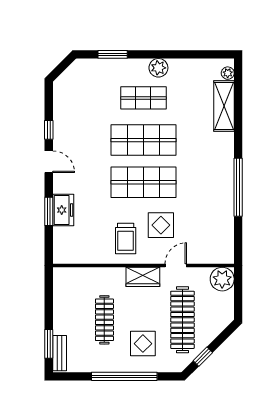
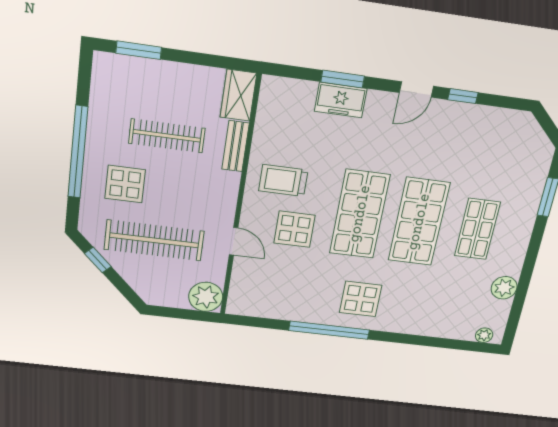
plant: (158, 68) -> (504, 288), moved
shelving: (224, 106) -> (442, 326), removed
display table: (209, 169) -> (361, 299), added
wardrobe: (143, 277) -> (238, 95), moved
bench: (60, 353) -> (236, 146), moved, turned 90

